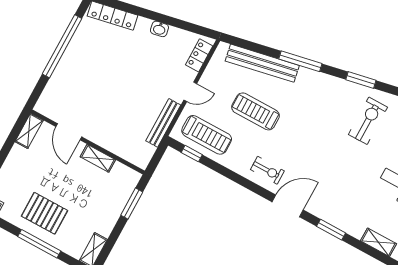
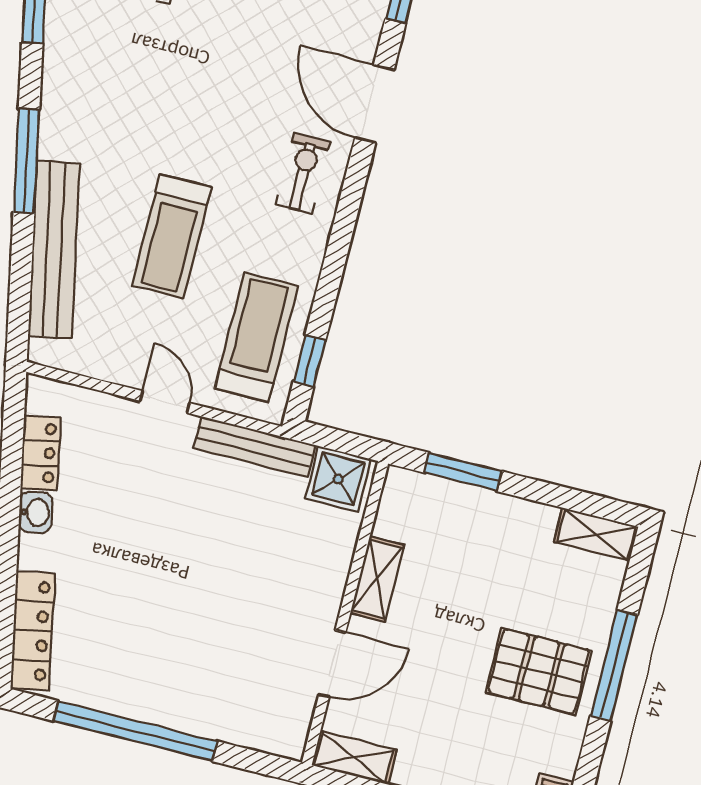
locker: (199, 55) -> (40, 453), moved, turned -101
shower: (142, 153) -> (338, 479), added
pallet: (45, 213) -> (539, 671), turned 90

